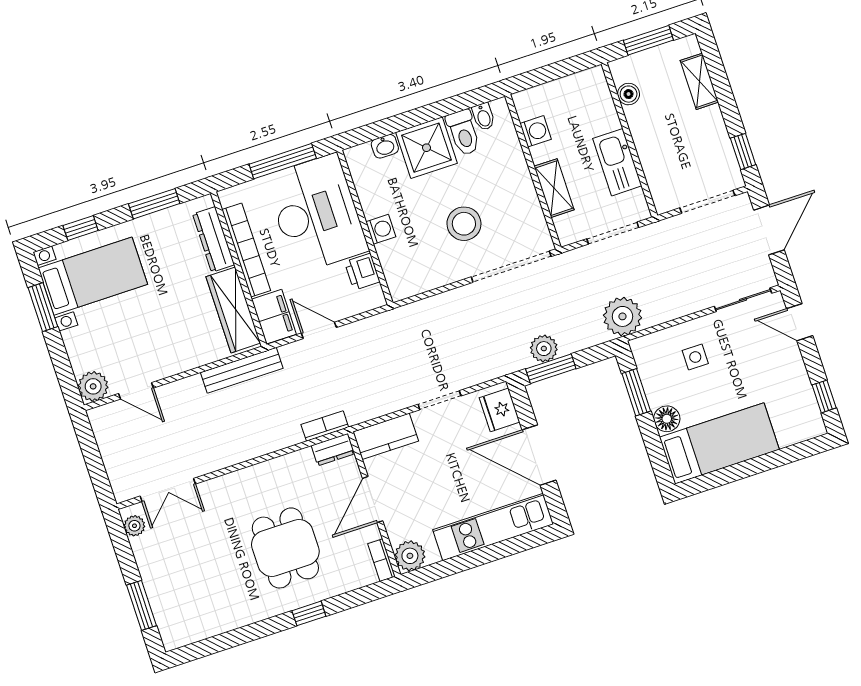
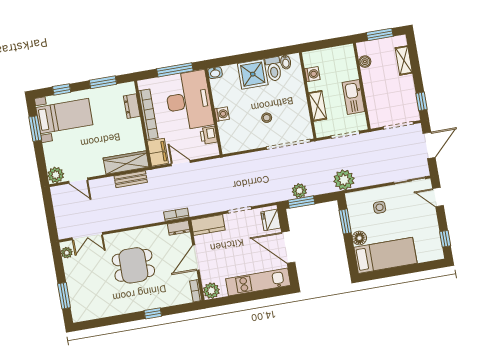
washbasin: (385, 146) -> (215, 73), moved
stool: (464, 224) -> (267, 118), width x0.53, depth x0.53
dresser: (213, 239) -> (132, 106), width x0.70
wardrobe: (233, 310) -> (126, 163), moved, turned 90
bench: (242, 370) -> (131, 179), width x0.73
dining table: (285, 548) -> (133, 265), moved, turned 90

